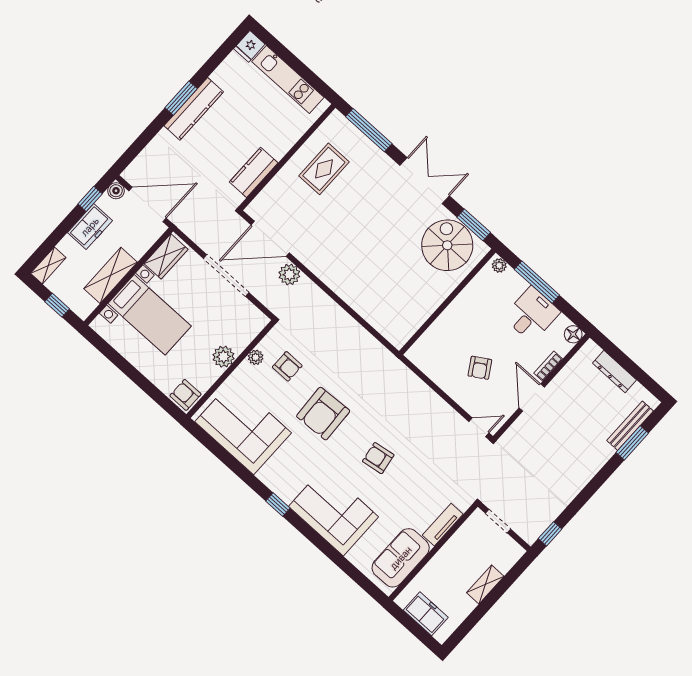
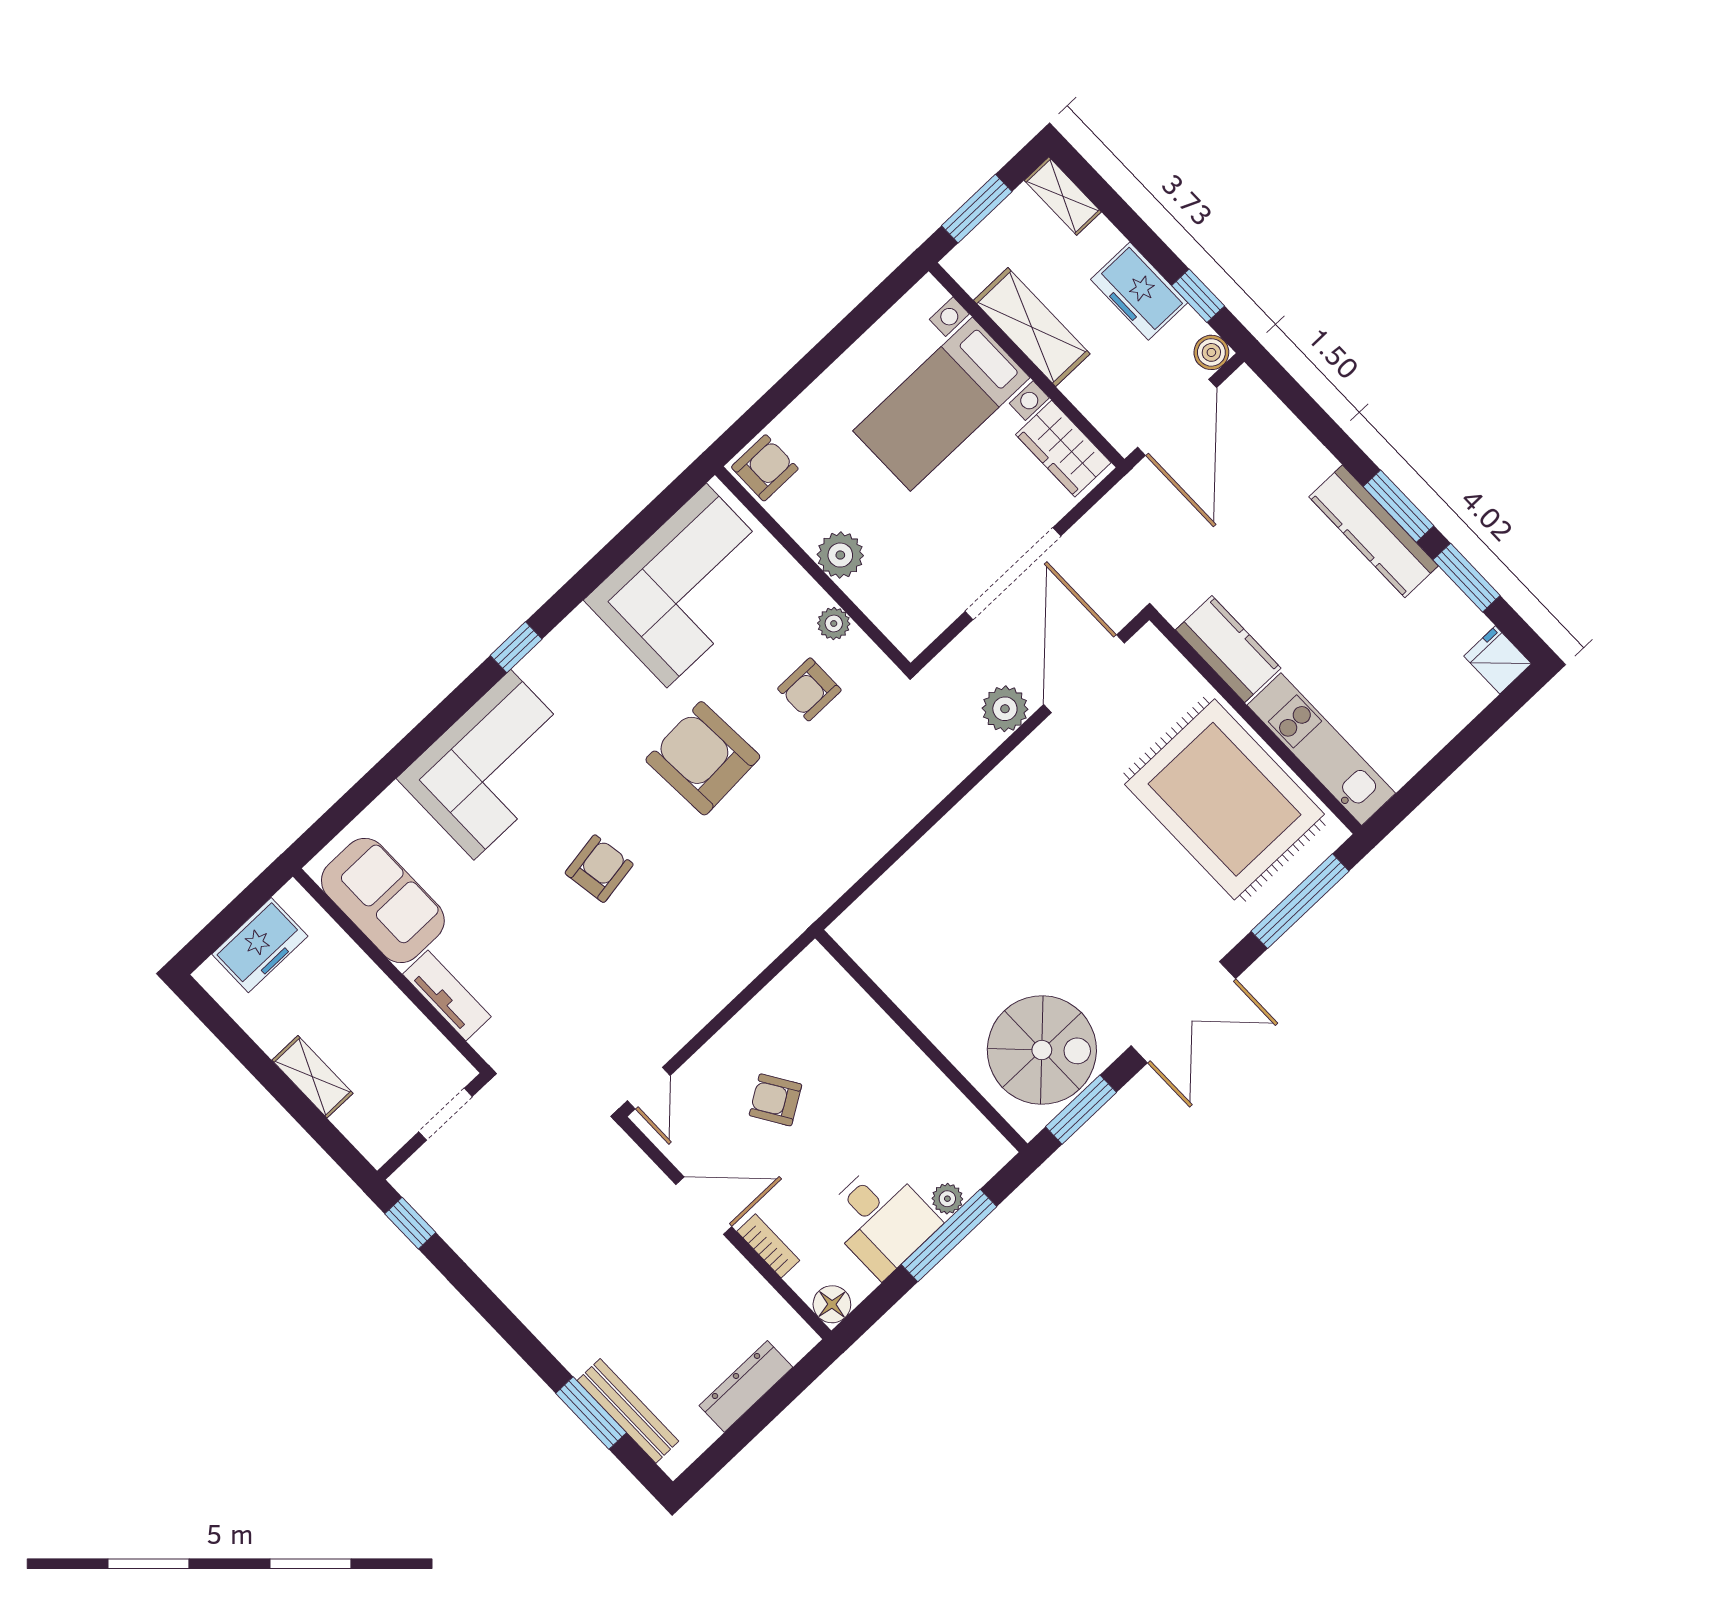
window: (212, 64) -> (1467, 578), added
kitchen unit: (288, 79) -> (1321, 749), moved, turned 90
rug: (324, 169) -> (1224, 799), width x1.86, depth x2.06
plant: (499, 265) -> (947, 1199), moved
window: (57, 305) -> (977, 209), width x1.50

